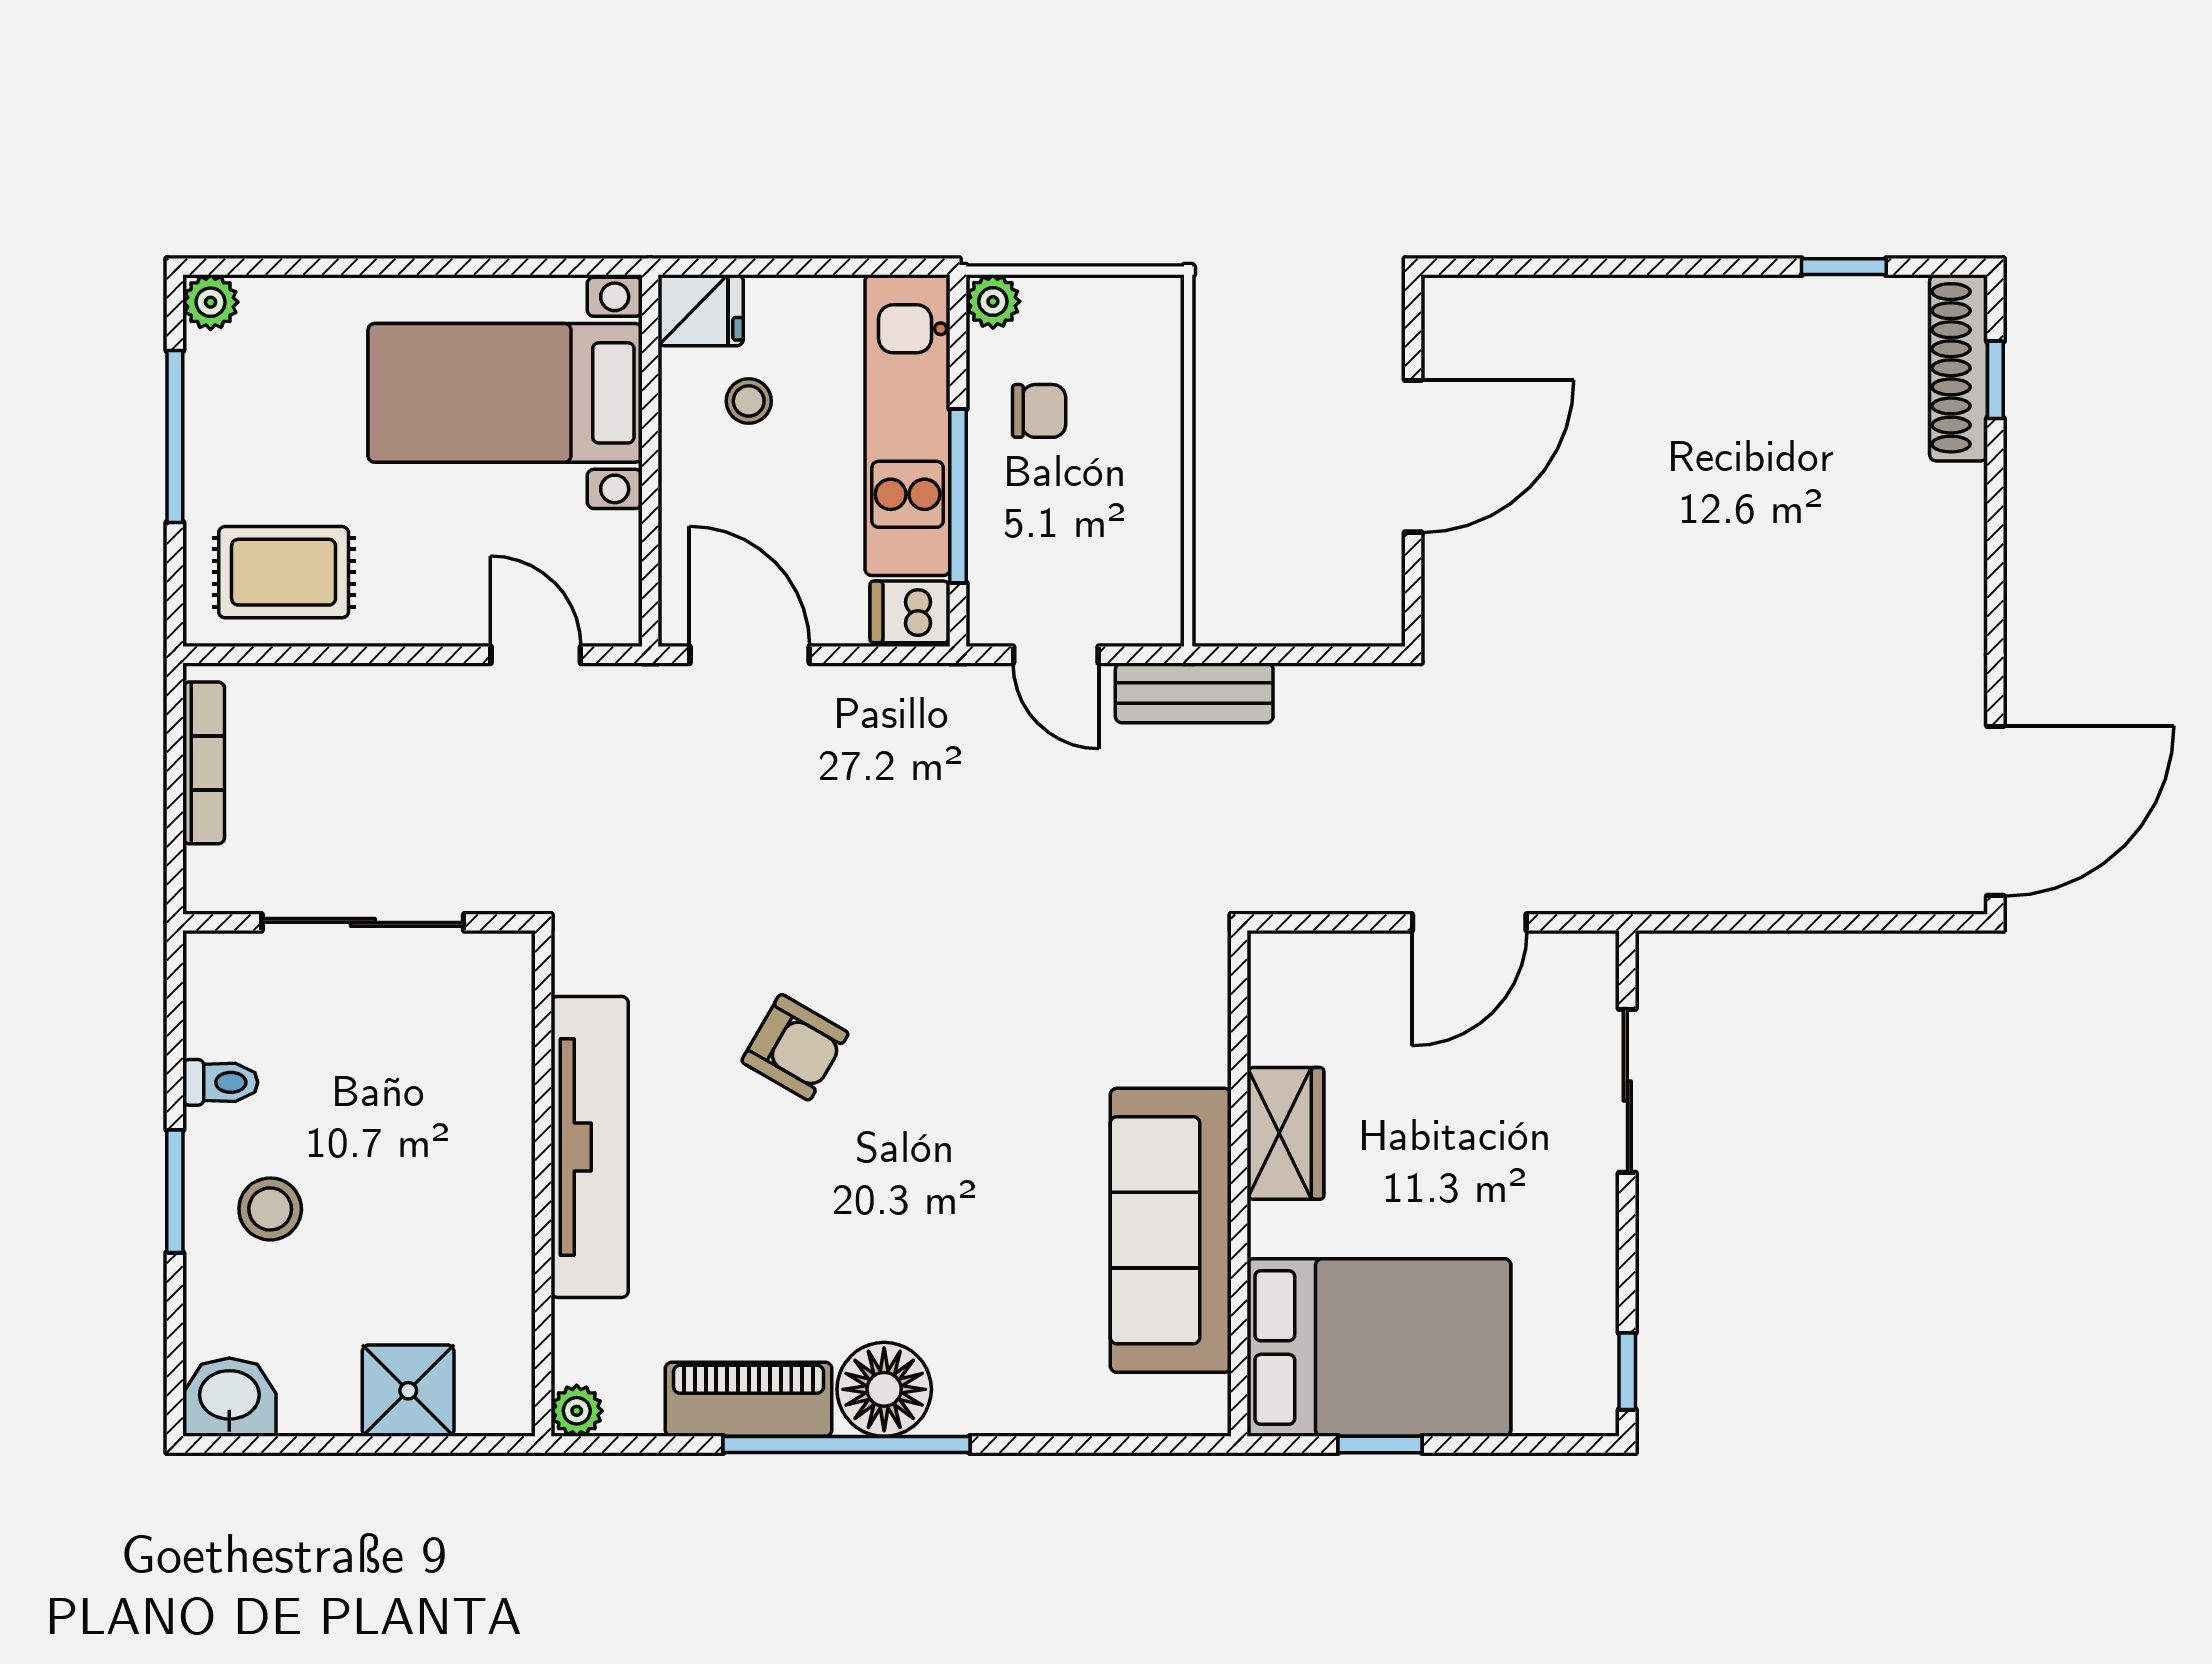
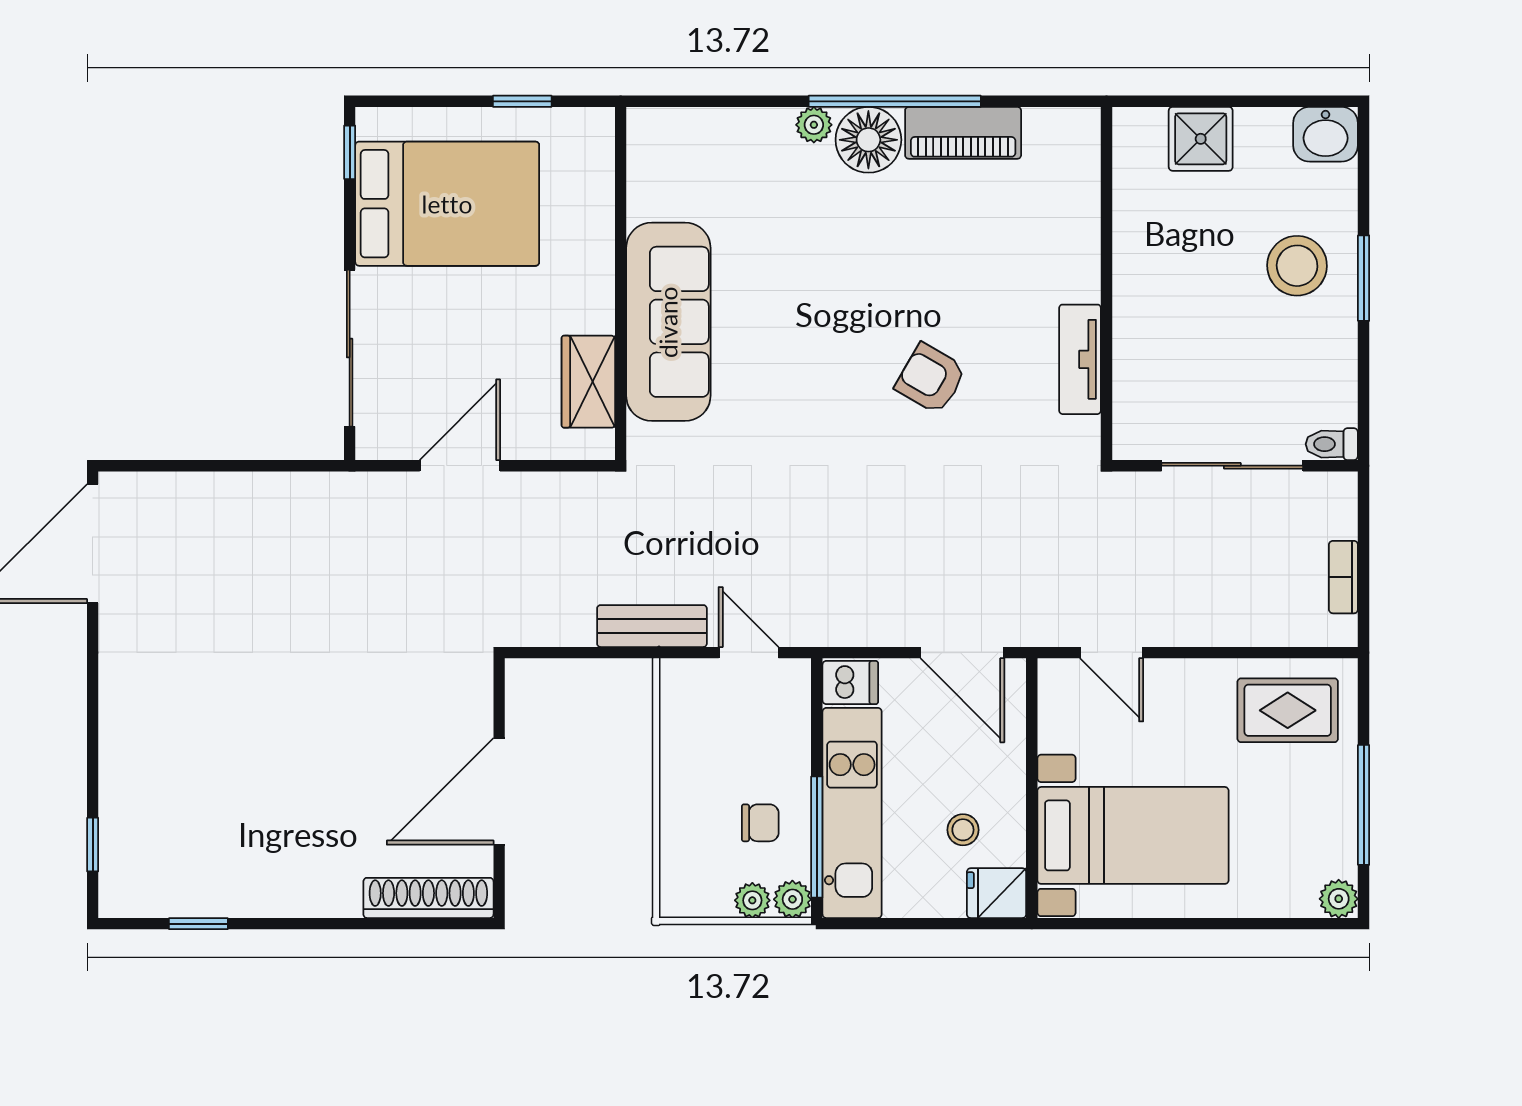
plant: (1050, 300) -> (752, 900), added
shoe rack: (1959, 368) -> (428, 898), moved, turned -90
chair: (1039, 411) -> (760, 823), turned 180
window: (958, 496) -> (817, 837), moved
bookcase: (204, 763) -> (1343, 577), width x0.64
toilet: (220, 1082) -> (1332, 444), moved
sliding door: (1627, 1091) -> (350, 348), width x1.37
wardrobe: (1285, 1133) -> (588, 382), moved
tv unit: (590, 1147) -> (1080, 359), width x0.52, depth x0.78
stool: (270, 1209) -> (1297, 266), width x1.38, depth x1.38
sofa: (1171, 1230) -> (668, 322), moved
bed: (1379, 1348) -> (447, 204), moved, turned 180
plant: (577, 1411) -> (814, 125), moved

